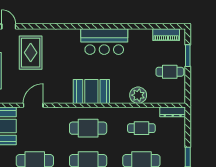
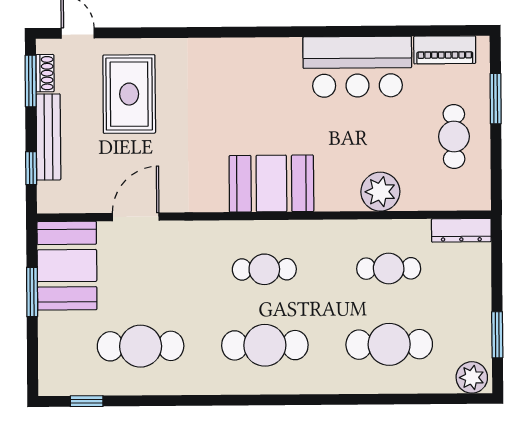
bar counter: (104, 42) -> (357, 67), moved
cafe table: (170, 72) -> (454, 136), turned 90
cafe table: (88, 128) -> (264, 269), width x0.73, depth x0.74

